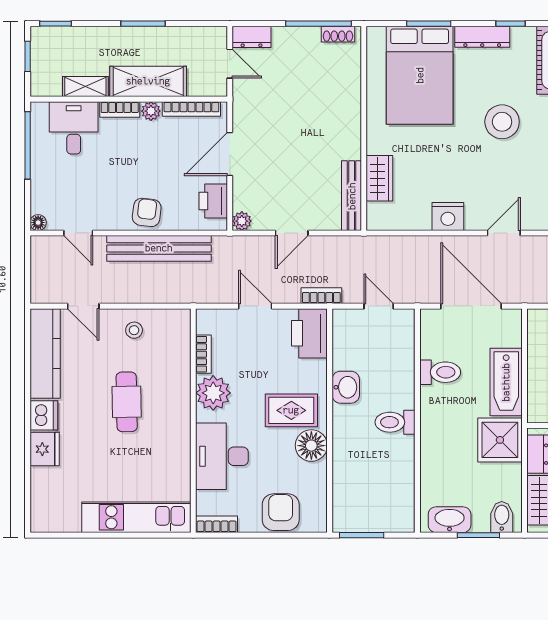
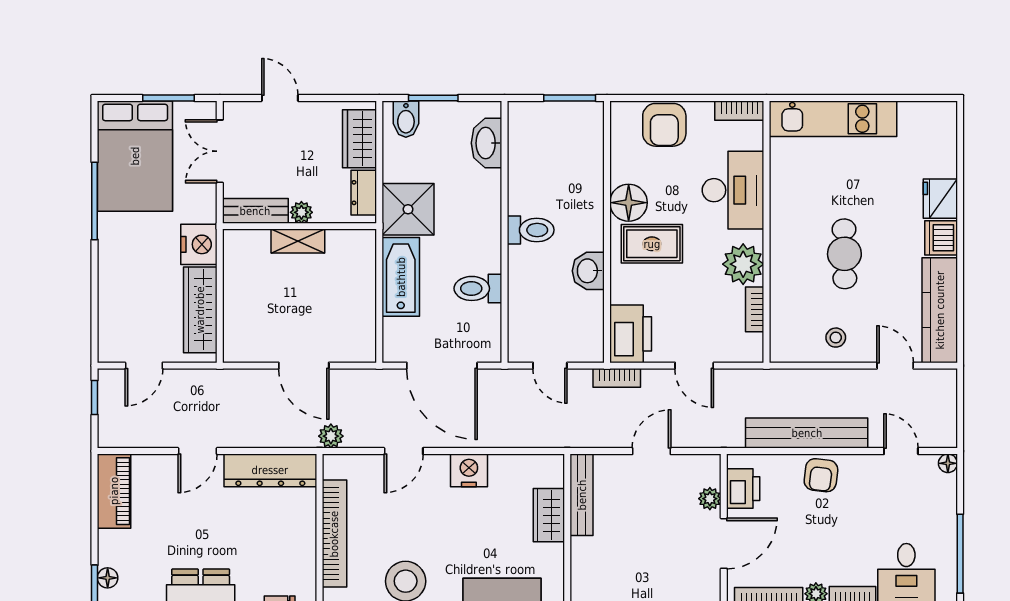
plant: (242, 221) -> (710, 499), moved
washbasin: (450, 520) -> (487, 143), moved, turned 90

